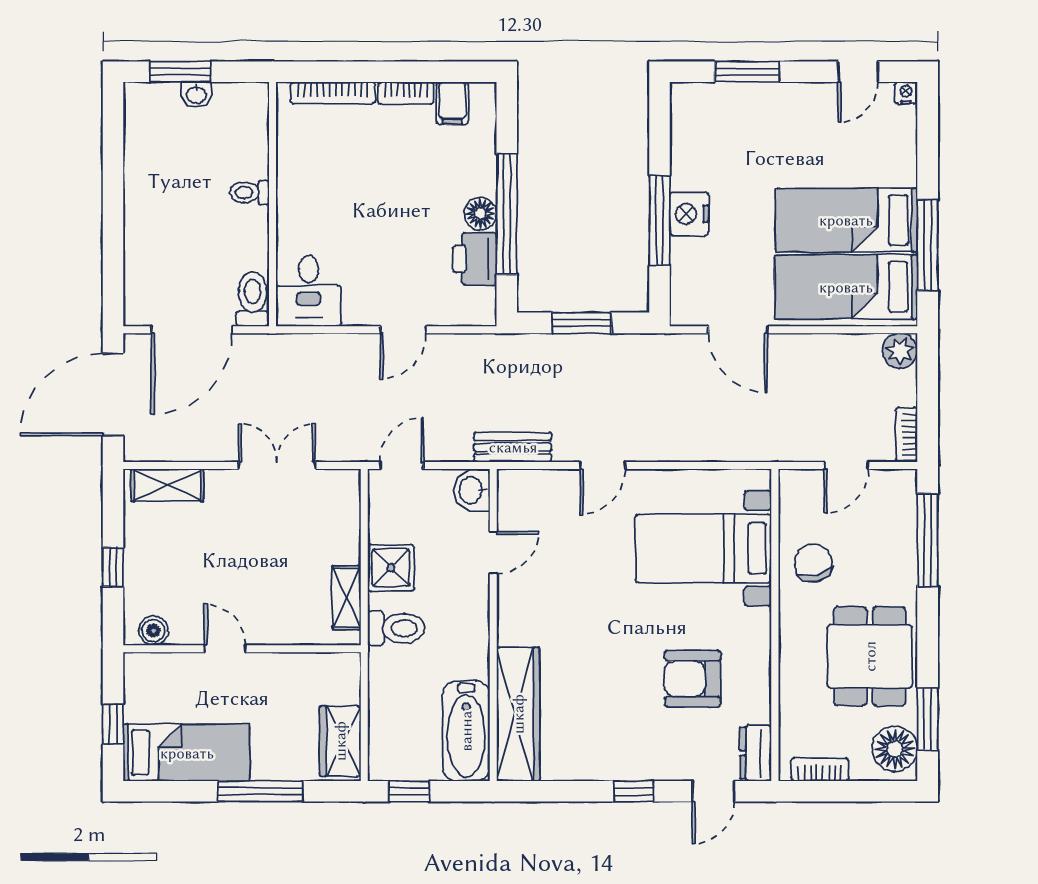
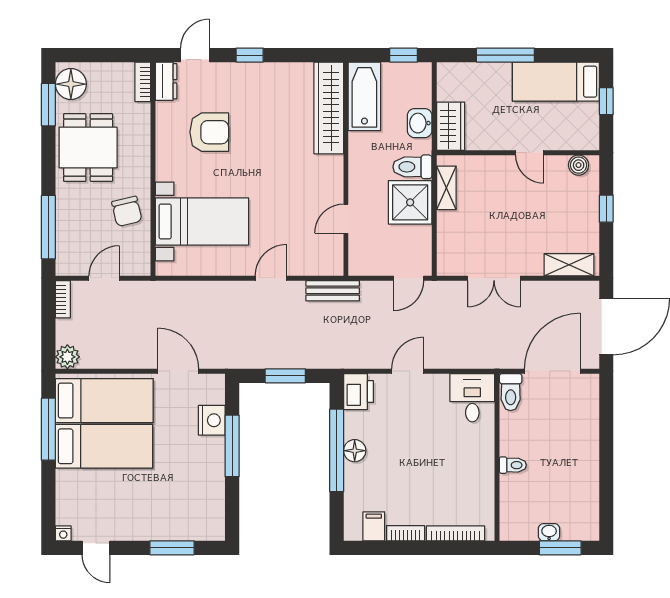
door: (858, 72) -> (96, 548), swing flipped
nightstand: (689, 214) -> (212, 420), moved
printer: (475, 259) -> (359, 392), moved
washbasin: (472, 490) -> (420, 123), moved, turned 180
shower: (391, 568) -> (410, 202), width x1.36, depth x1.36
wardrobe: (340, 741) -> (451, 126), moved
bookcase: (820, 770) -> (143, 82), moved, turned 90

